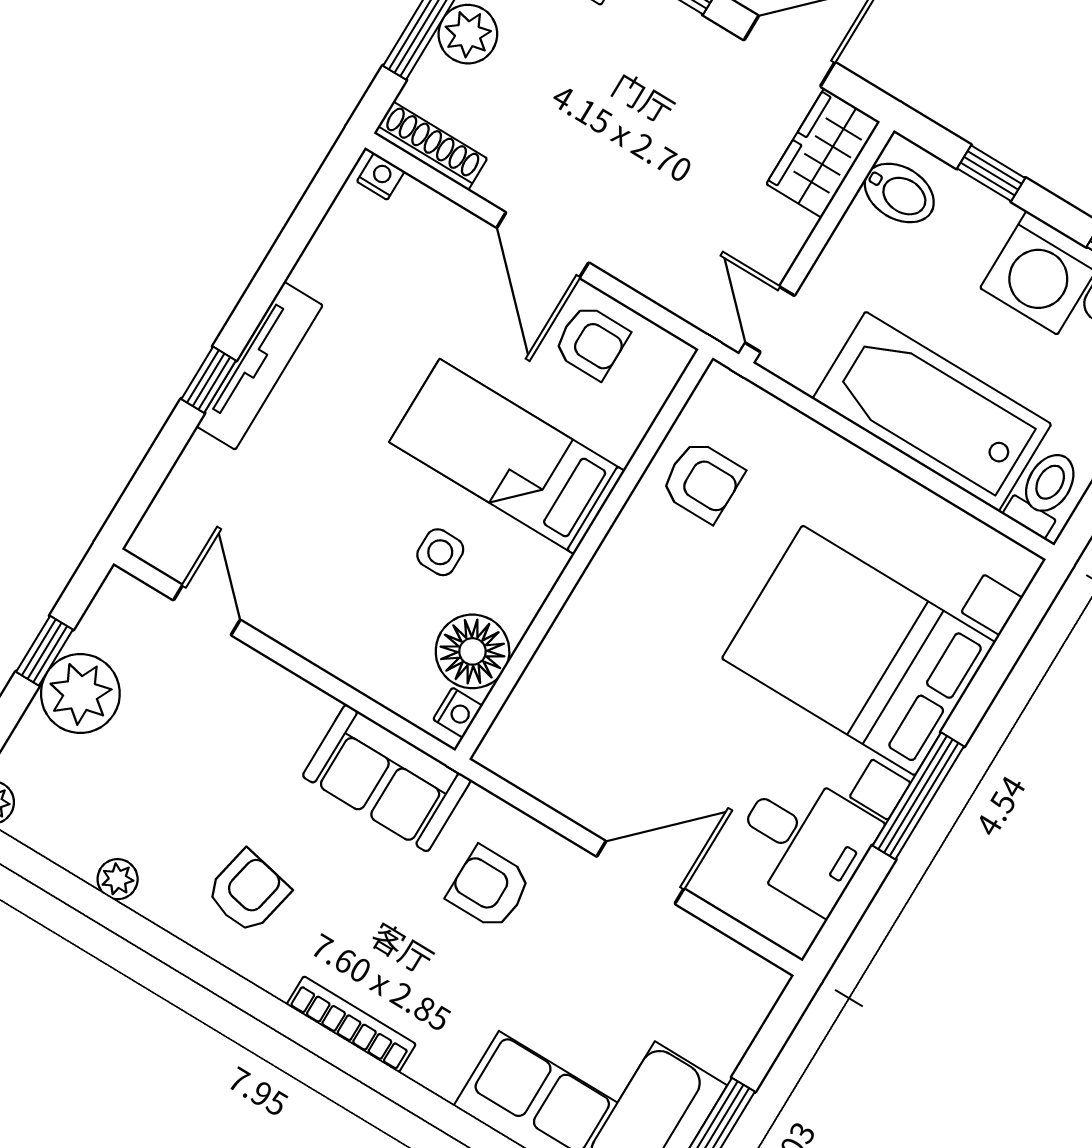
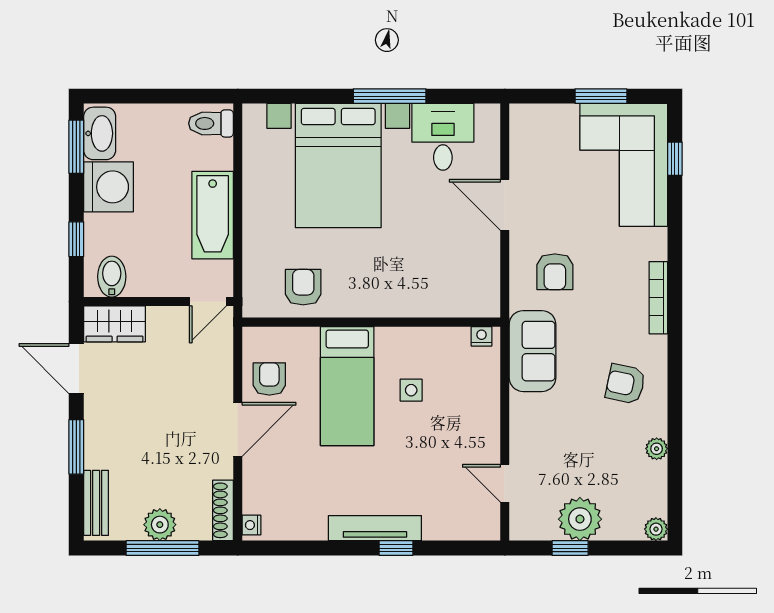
bathtub: (932, 412) -> (213, 215), width x0.73, depth x0.73
door: (207, 610) -> (505, 483), hinge flipped
floor lamp: (473, 651) -> (449, 347), removed

